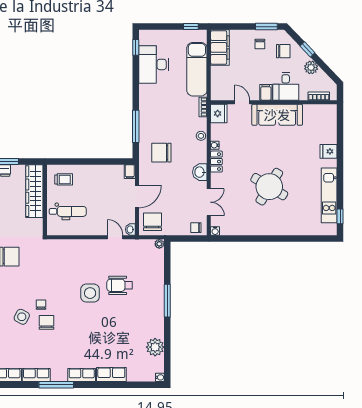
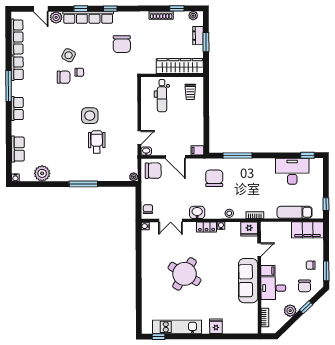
exam couch: (197, 69) -> (295, 212), width x0.73, depth x0.69
row of seats: (111, 374) -> (18, 149), moved

